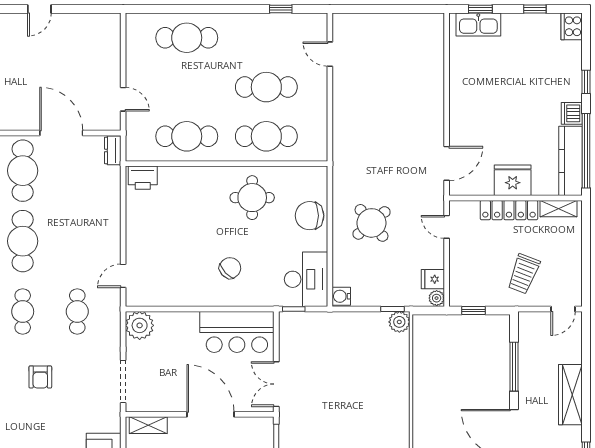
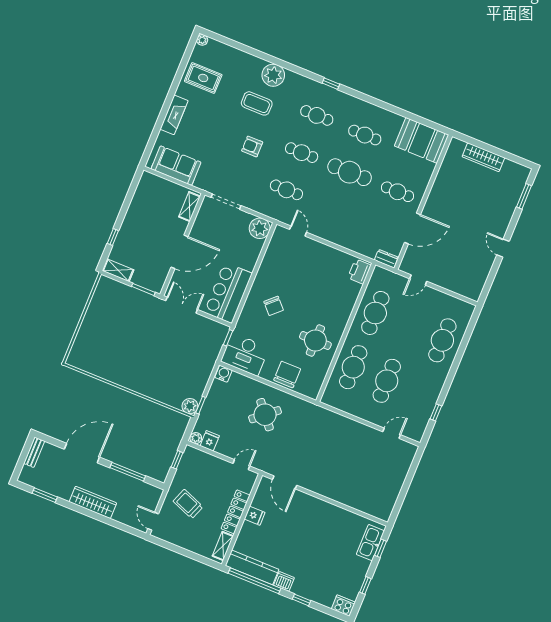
cafe table: (23, 171) -> (397, 192), width x0.73, depth x0.74
fridge: (513, 180) -> (255, 516), width x0.53, depth x0.75

